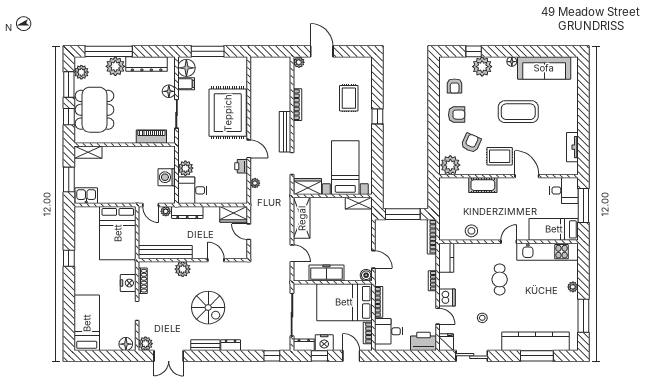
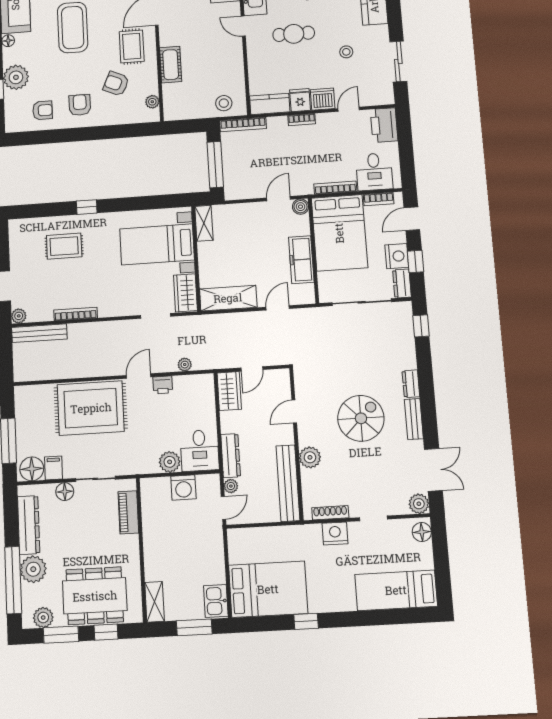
bench: (285, 132) -> (39, 333), moved
plant: (450, 165) -> (152, 102), width x0.53, depth x0.53
stool: (471, 231) -> (224, 103), moved
bed: (118, 233) -> (268, 589), moved
fridge: (446, 342) -> (300, 100), moved, turned 90

